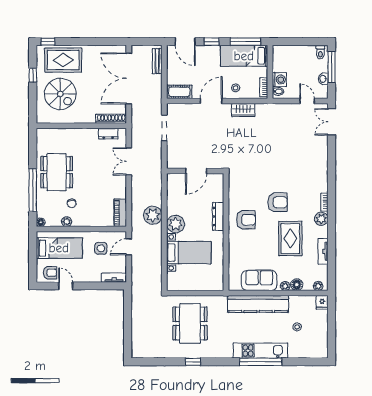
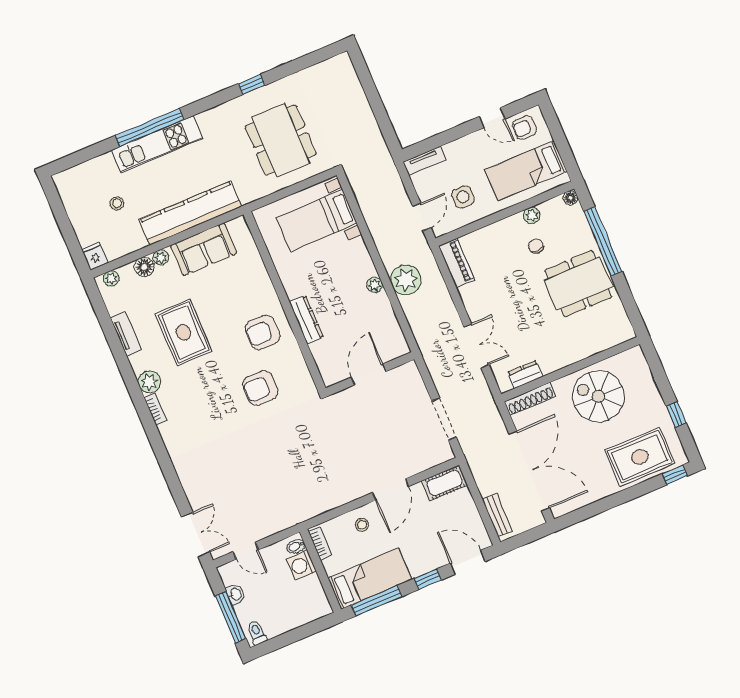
spiral stairs: (60, 94) -> (598, 396), moved
wardrobe: (243, 110) -> (337, 496), removed
dining table: (57, 172) -> (578, 284), turned 90
armchair: (277, 202) -> (260, 388), moved
plant: (176, 224) -> (375, 285), width x0.53, depth x0.53
bed with nightstands: (189, 253) -> (316, 220), moved

